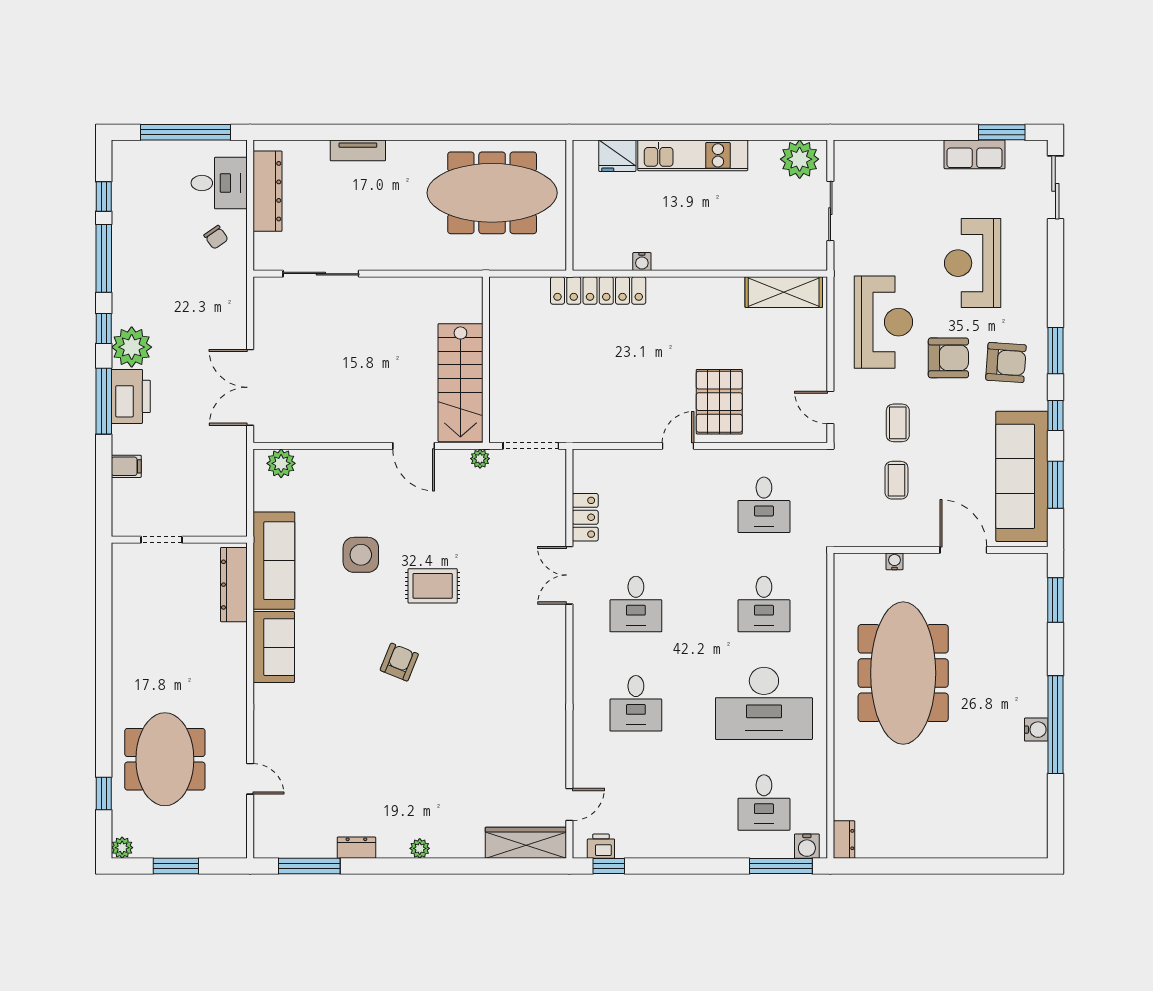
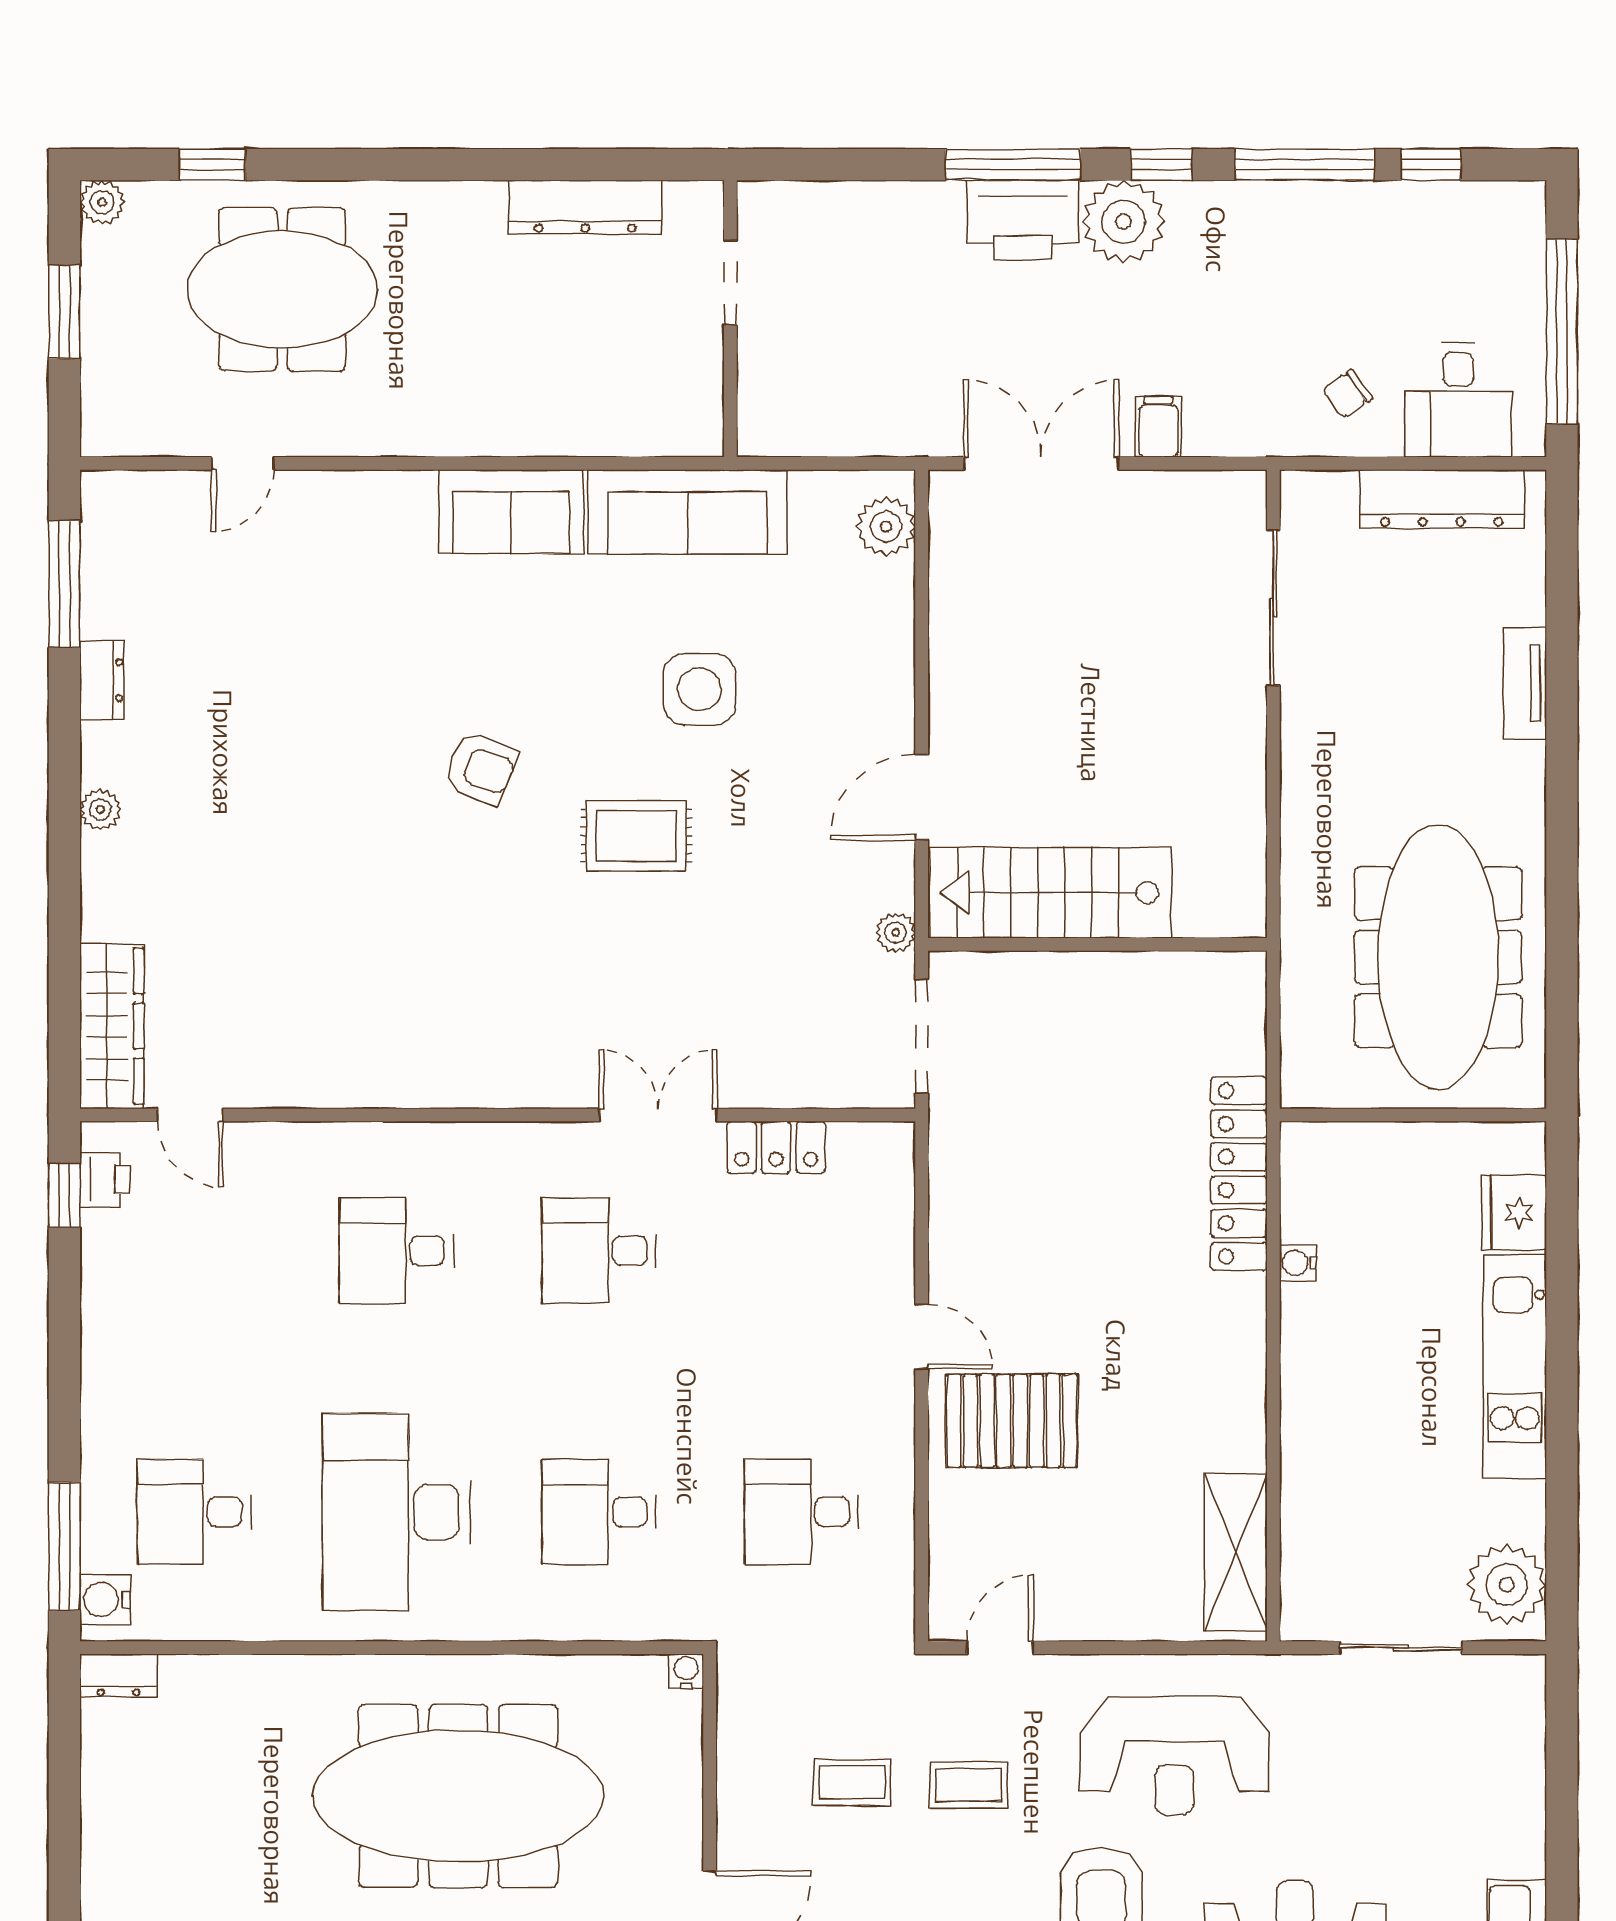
filing cabinet: (126, 466) -> (1158, 427), moved, turned 180
water cooler: (894, 561) -> (686, 1671), moved, turned -90
dresser: (234, 585) -> (585, 207), moved, turned 180
rug: (433, 586) -> (636, 836), turned 90

